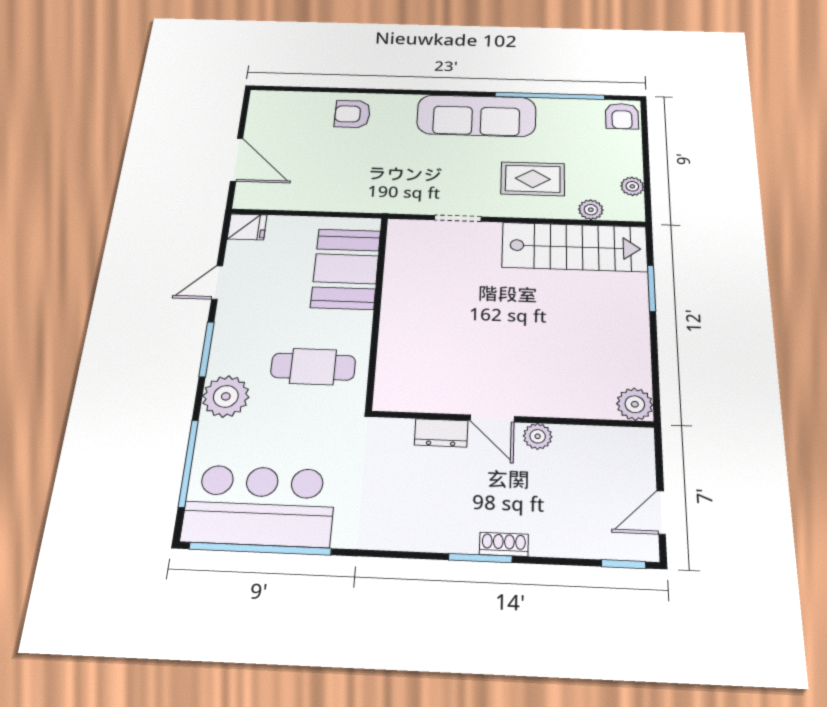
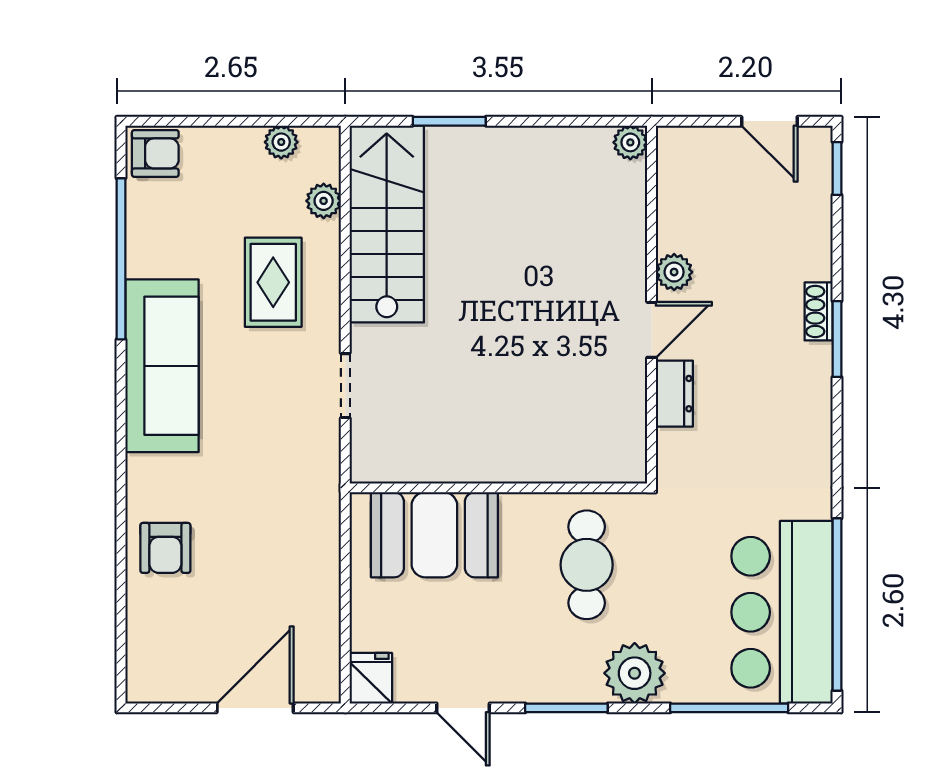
plant: (635, 404) -> (630, 142), width x0.73, depth x0.73

